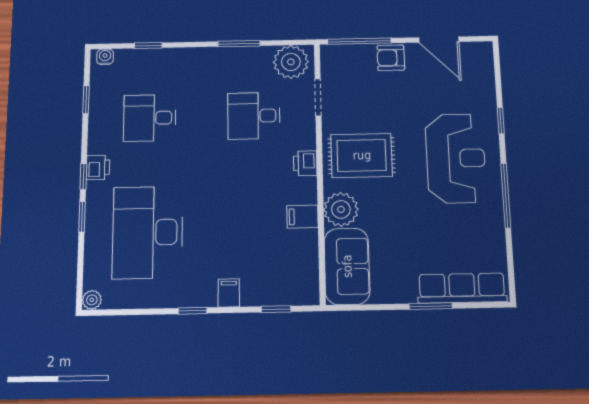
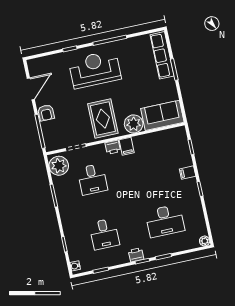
filing cabinet: (302, 217) -> (127, 146), moved
desk: (148, 232) -> (165, 221), width x0.73, depth x0.77

